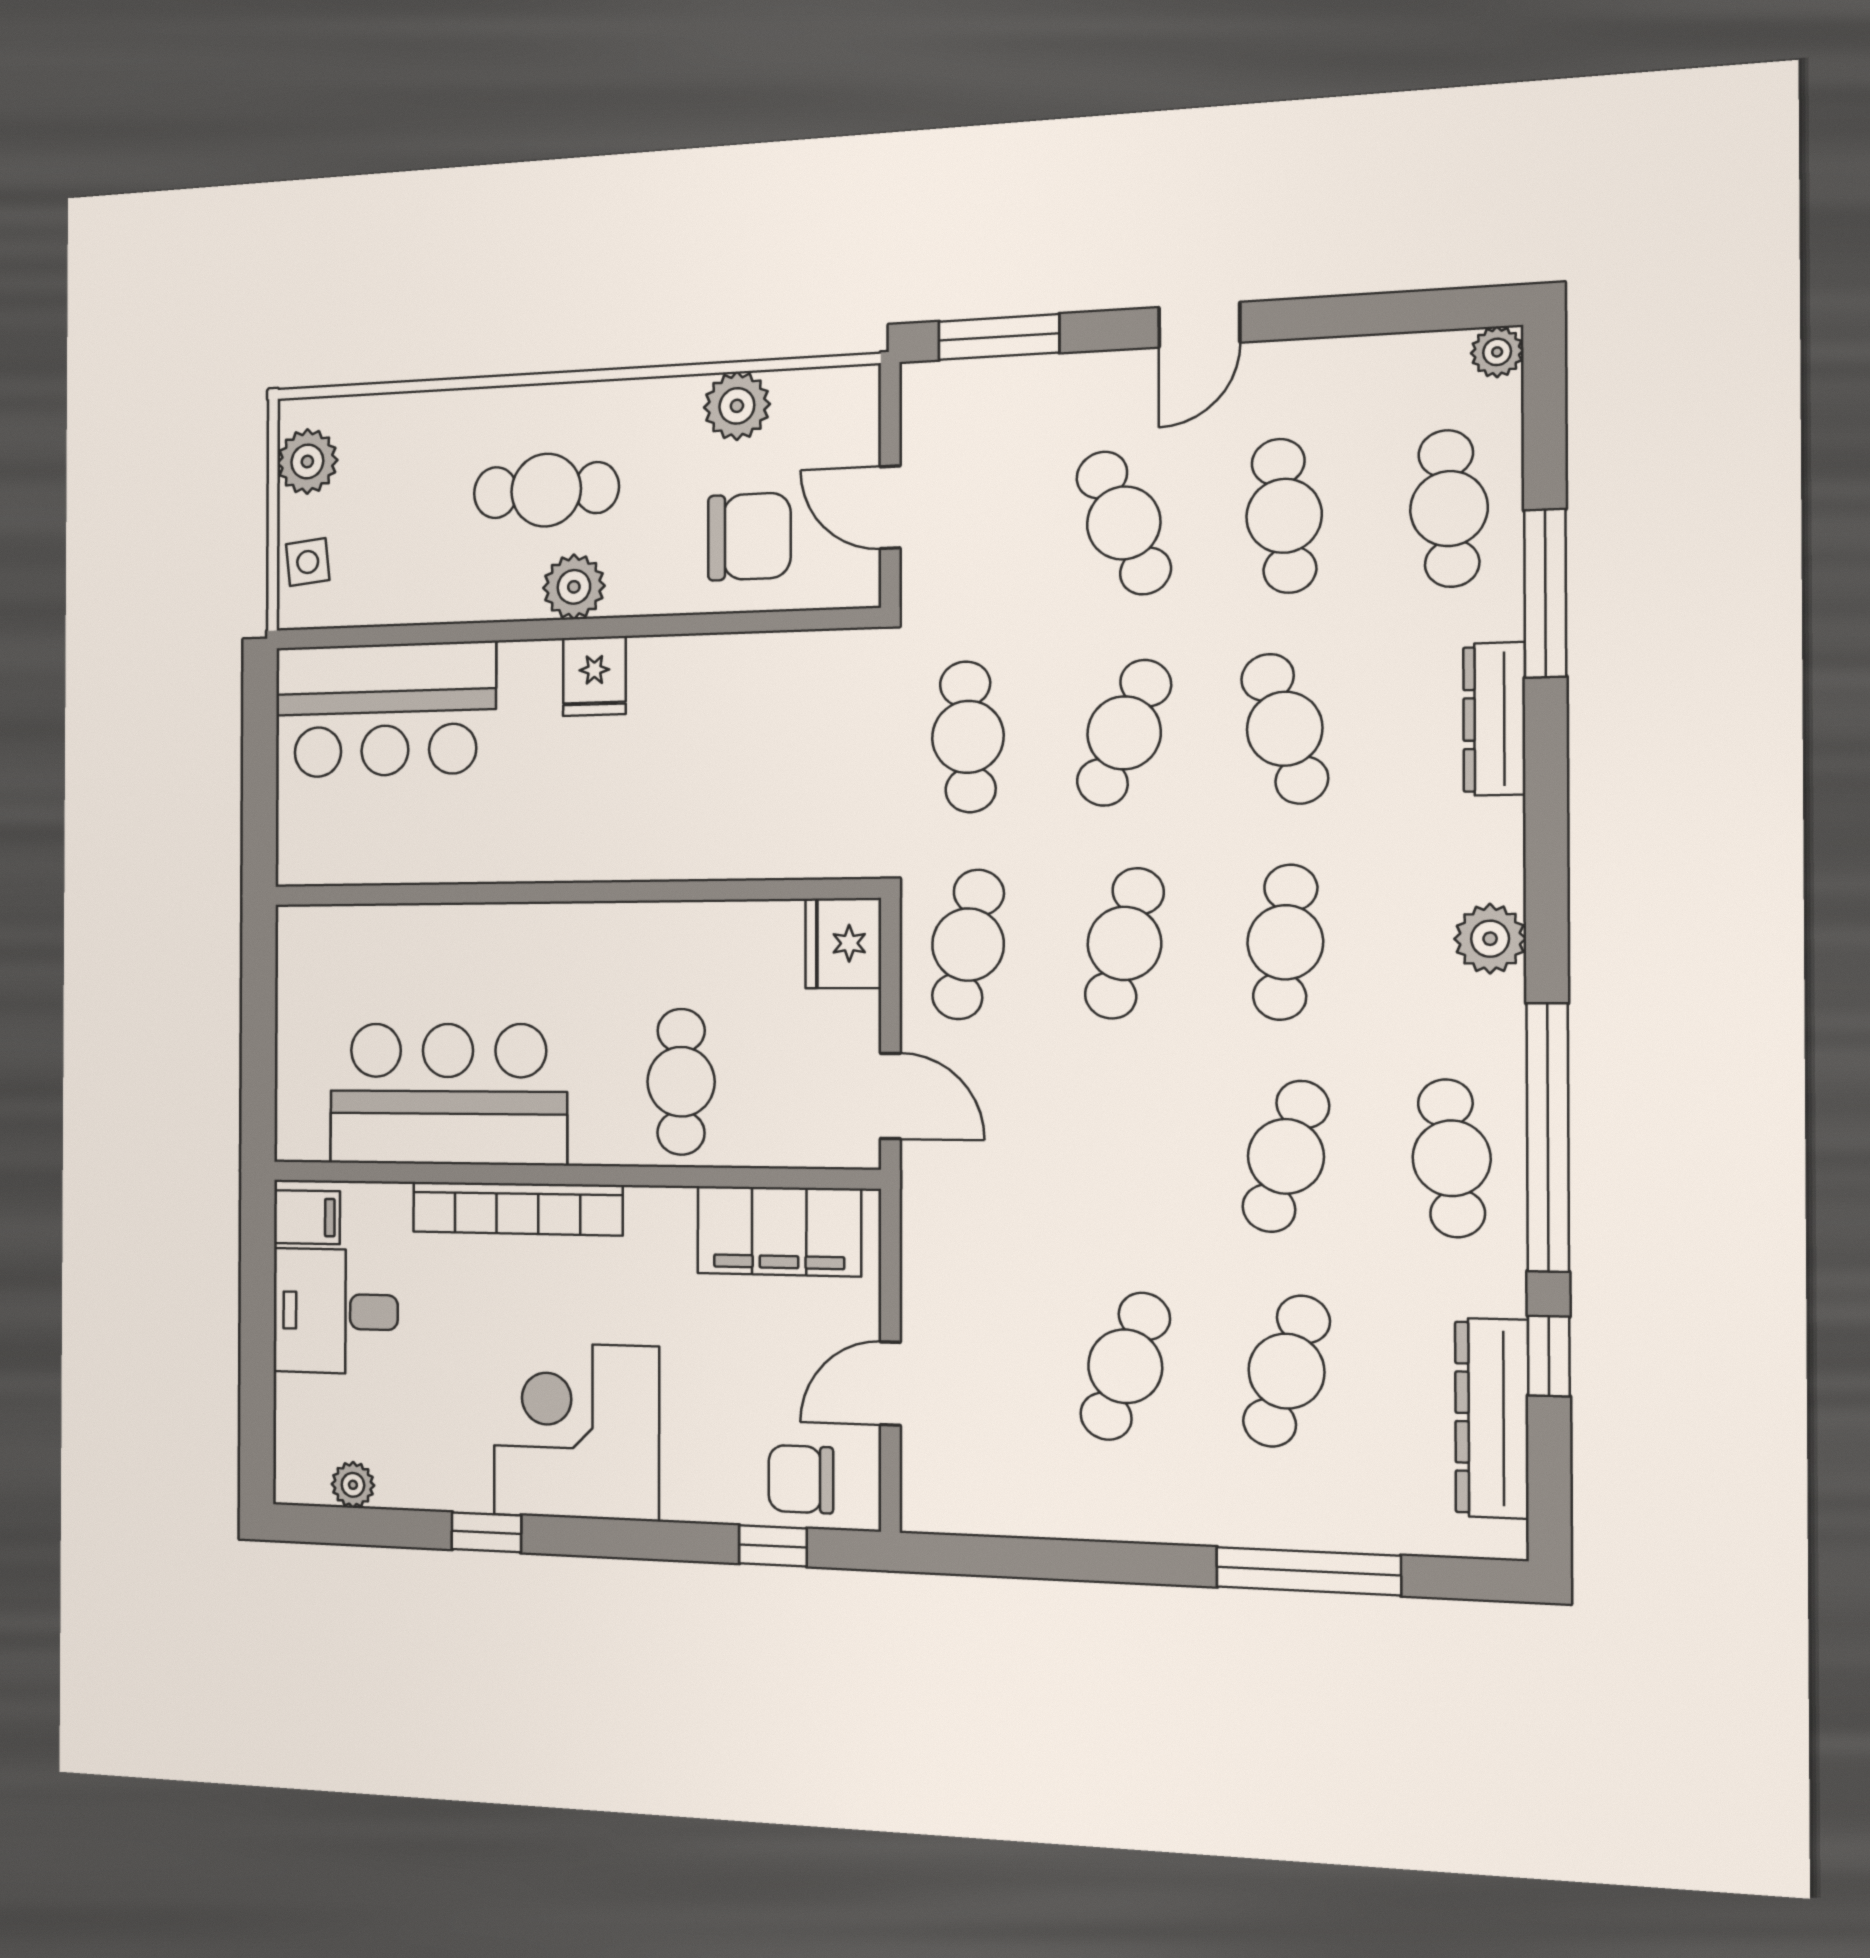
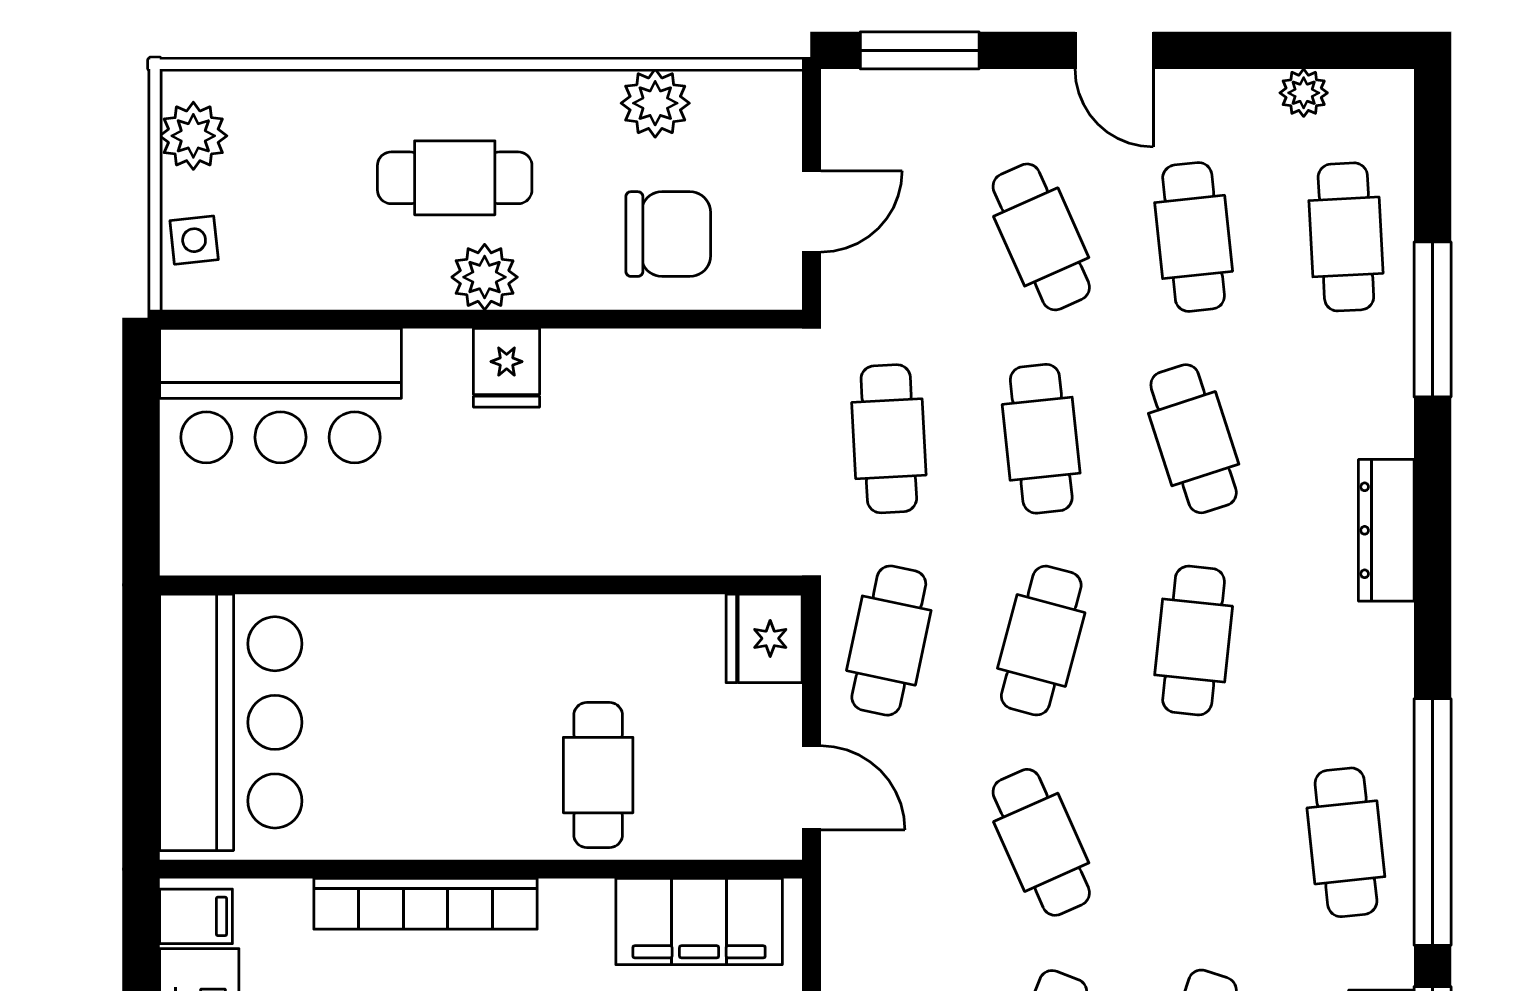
door: (1199, 325) -> (1114, 50), hinge flipped
plant: (1497, 352) -> (1304, 93), moved
door: (890, 507) -> (812, 212), swing flipped
dresser: (1494, 719) -> (1386, 530), moved
cafe table: (1124, 733) -> (1041, 439), turned -30
plant: (1490, 939) -> (1382, 639), removed
bar counter: (448, 1094) -> (231, 722), moved, turned 90
cafe table: (1286, 1156) -> (1041, 842), moved, turned -42

